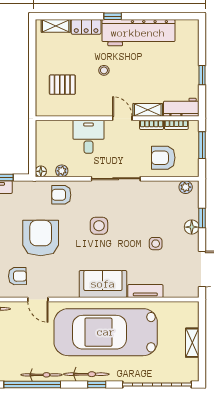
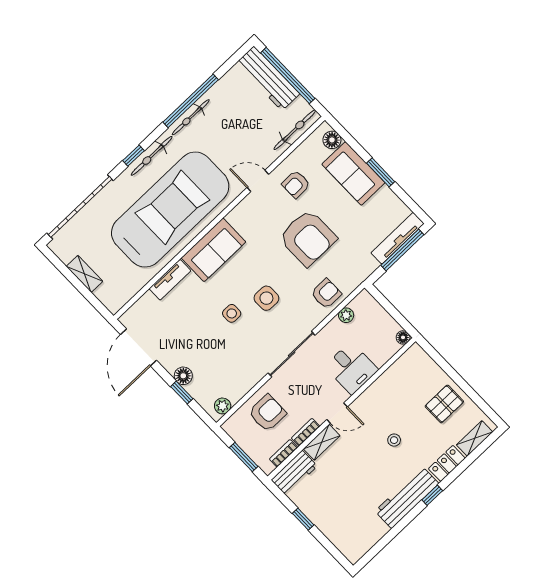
workbench: (138, 33) -> (407, 497), width x0.73, depth x0.76
pallet: (62, 85) -> (444, 404), moved
floor lamp: (41, 171) -> (403, 337), moved
side table: (156, 244) -> (232, 313), moved

